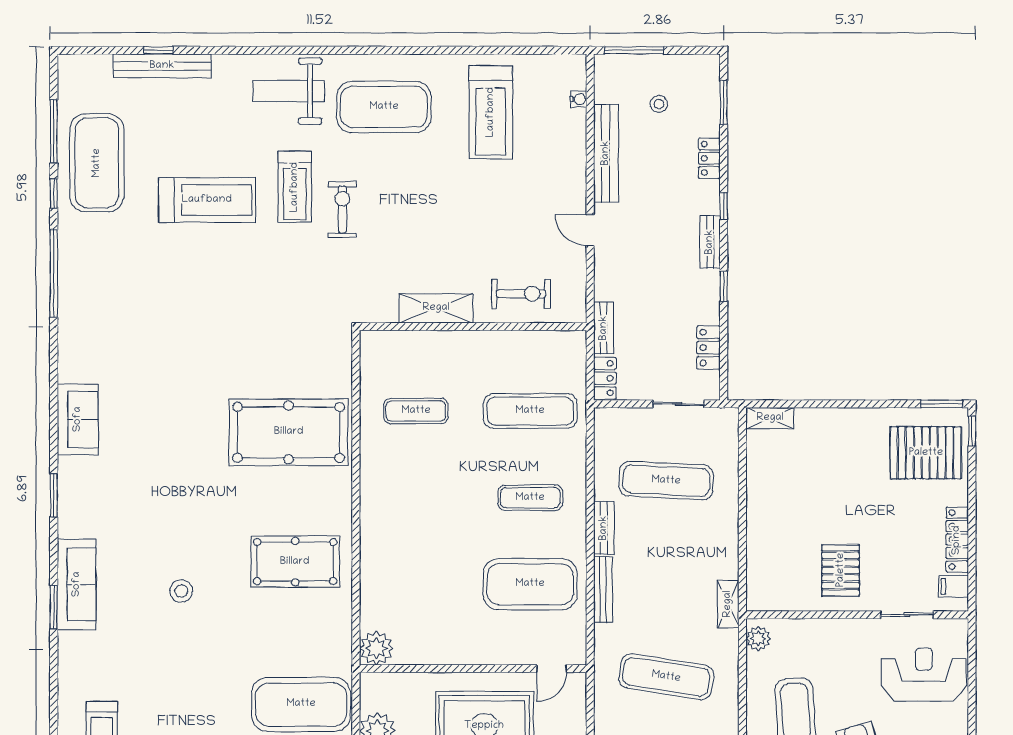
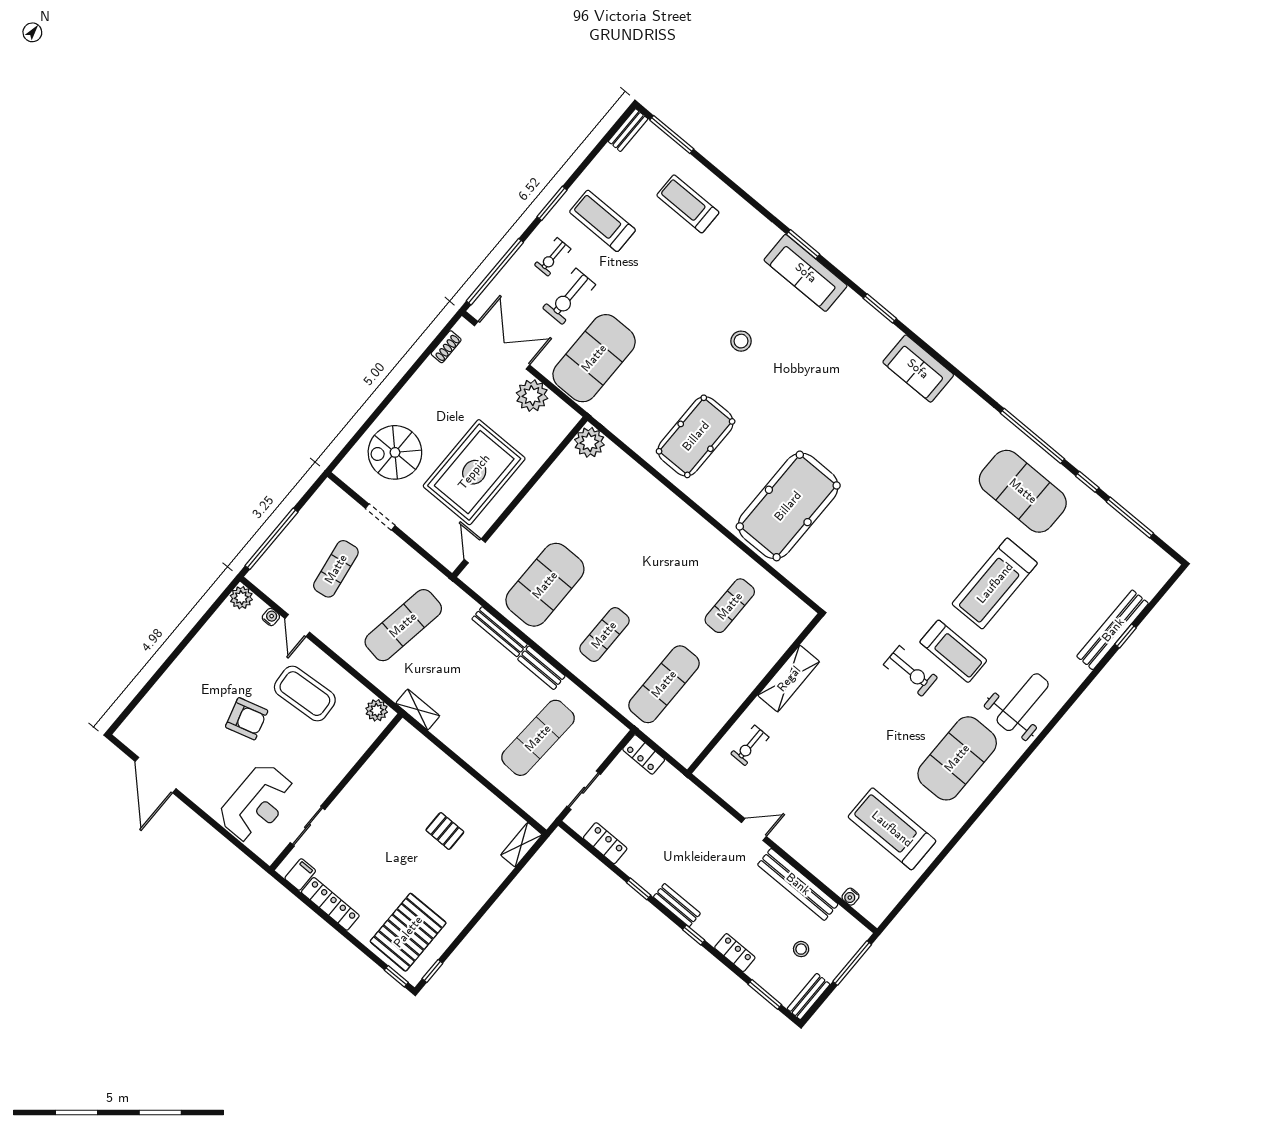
exercise mat: (97, 163) -> (1023, 491), moved
treadmill: (295, 187) -> (953, 651), turned 180
exercise bike: (521, 294) -> (750, 745), width x0.73, depth x0.72
bench: (604, 328) -> (808, 996), moved, turned 90
window: (942, 404) -> (432, 971), width x0.67
pallet: (841, 570) -> (445, 831), moved, width x0.67, depth x0.71

